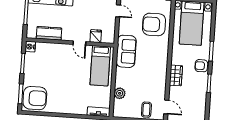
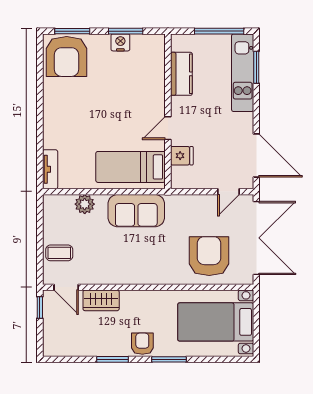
nightstand: (30, 47) -> (120, 42), moved
sofa: (126, 51) -> (136, 211), moved
wardrobe: (176, 75) -> (101, 300), moved
door: (166, 107) -> (66, 287), hinge flipped

